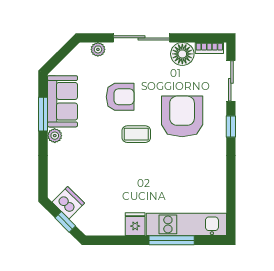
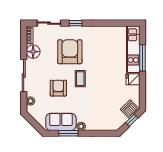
armchair: (182, 116) -> (70, 52), turned 90
dishwasher: (68, 203) -> (130, 109), moved

